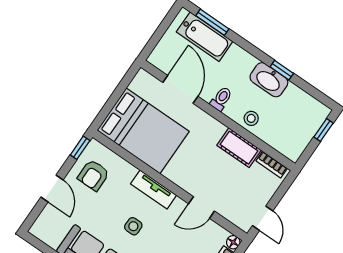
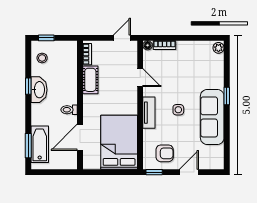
stool: (251, 118) -> (42, 58), moved

